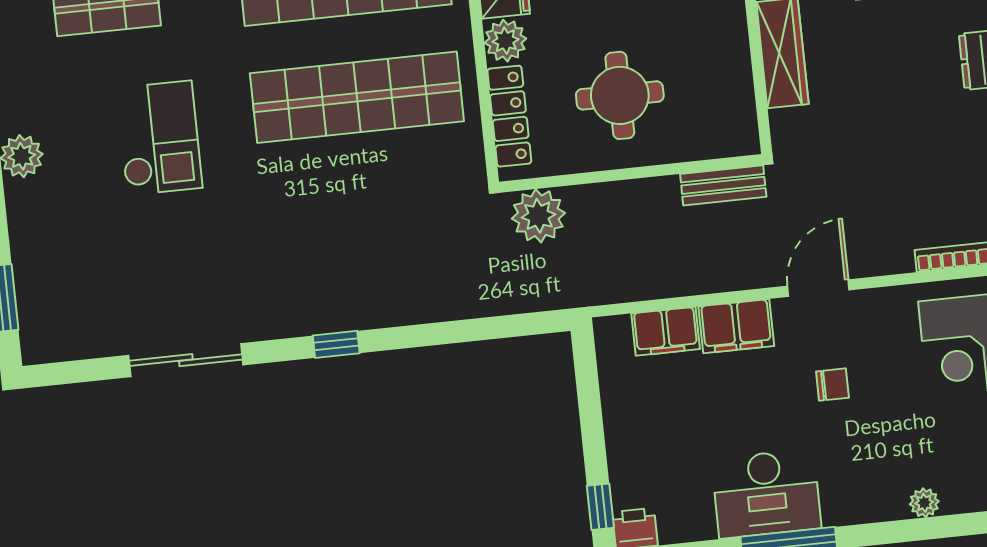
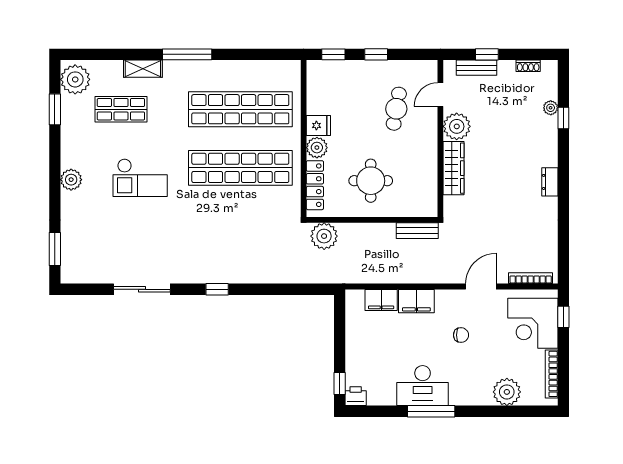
checkout: (159, 138) -> (140, 178), turned 90
door: (818, 288) -> (481, 286), moved
plant: (924, 503) -> (507, 392), width x1.88, depth x1.88

